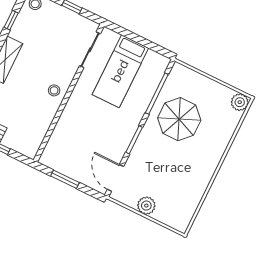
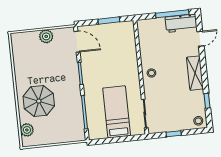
plant: (240, 102) -> (27, 130), moved
parasol: (179, 119) -> (39, 101), moved

